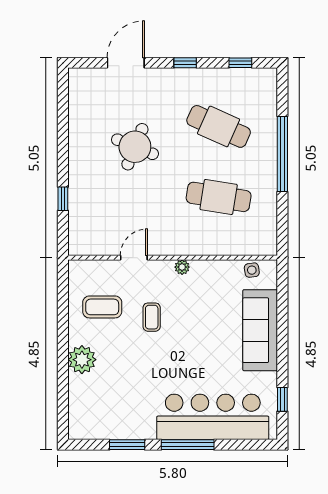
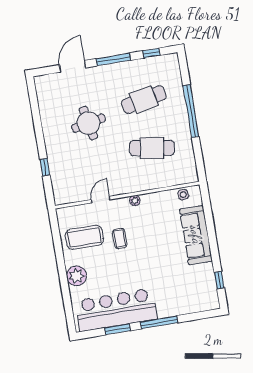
window: (185, 63) -> (113, 59), width x2.17
cafe table: (219, 126) -> (144, 99), turned -36
round table: (135, 147) -> (88, 123), turned -33
coffee table: (102, 307) -> (84, 237), width x1.36, depth x1.32
bar counter: (213, 417) -> (116, 310), moved

